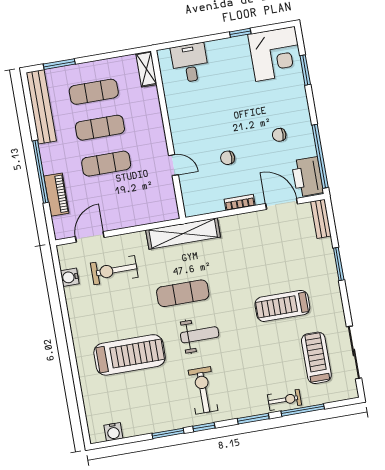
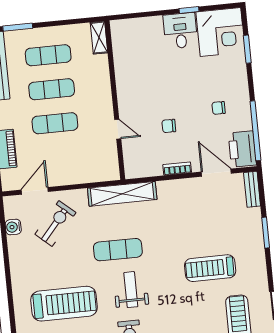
desk: (190, 63) -> (180, 31), moved
exercise bike: (114, 270) -> (55, 223), turned 131
weight bench: (200, 335) -> (131, 290), turned -90

